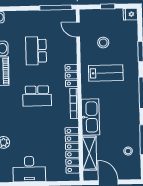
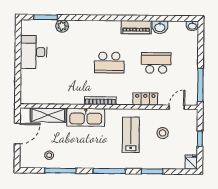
lab bench: (106, 73) -> (131, 135), turned 180
locker: (71, 76) -> (145, 99), moved
school desk: (37, 96) -> (109, 63), turned -90
locker: (72, 150) -> (52, 97), removed

